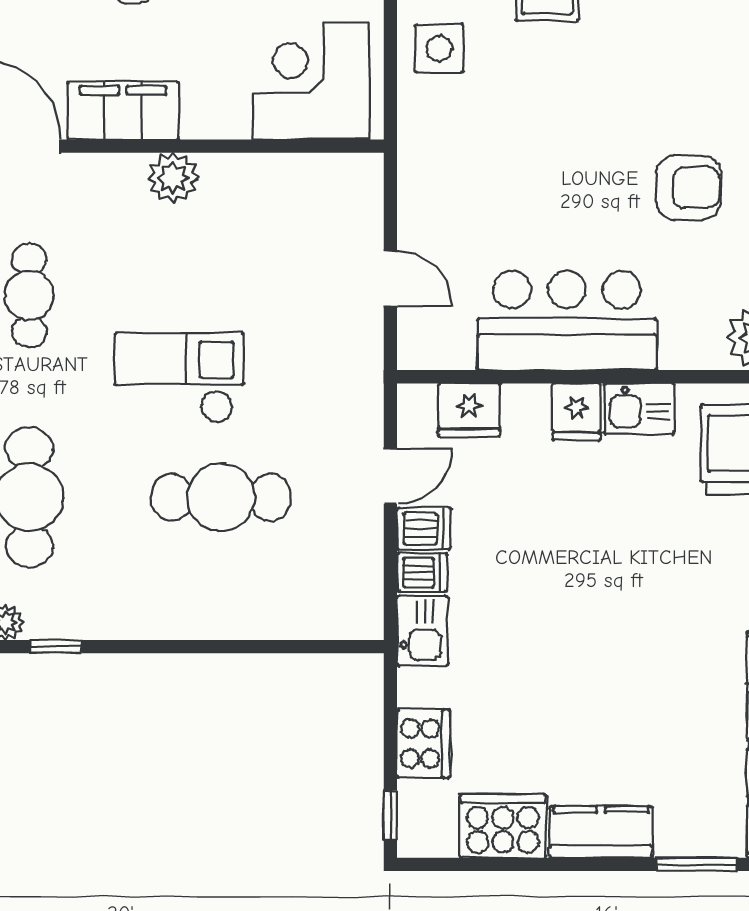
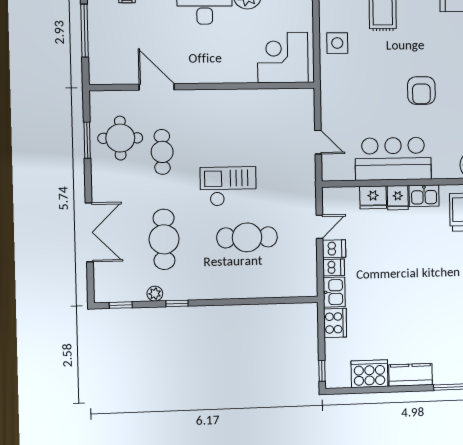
filing cabinet: (123, 111) -> (201, 71), removed
plant: (173, 178) -> (224, 100), removed
armchair: (688, 187) -> (421, 91), moved, turned 90
fridge: (469, 410) -> (373, 197), moved
cooker: (423, 744) -> (335, 323), moved

